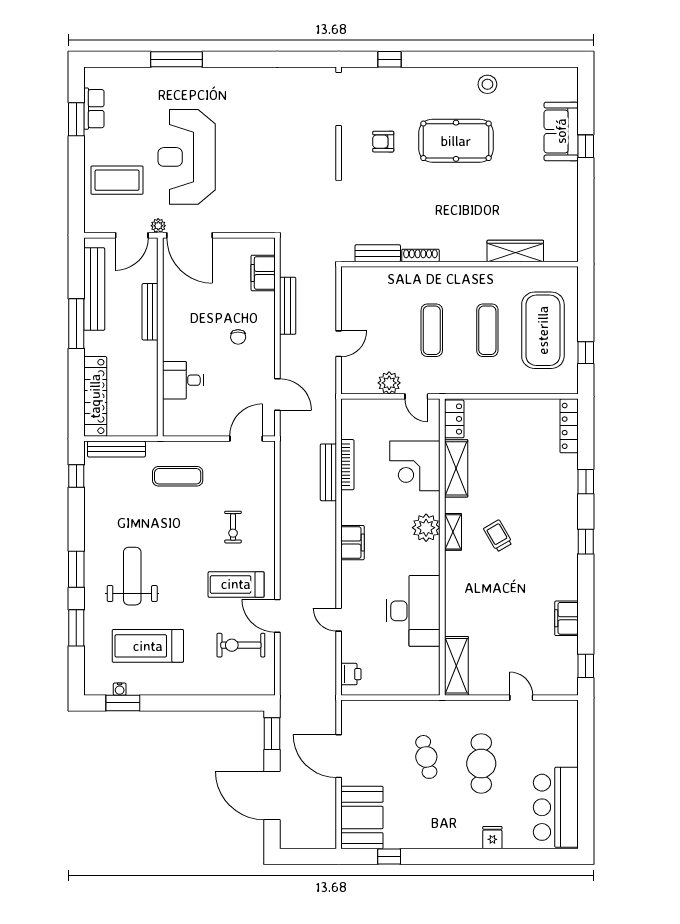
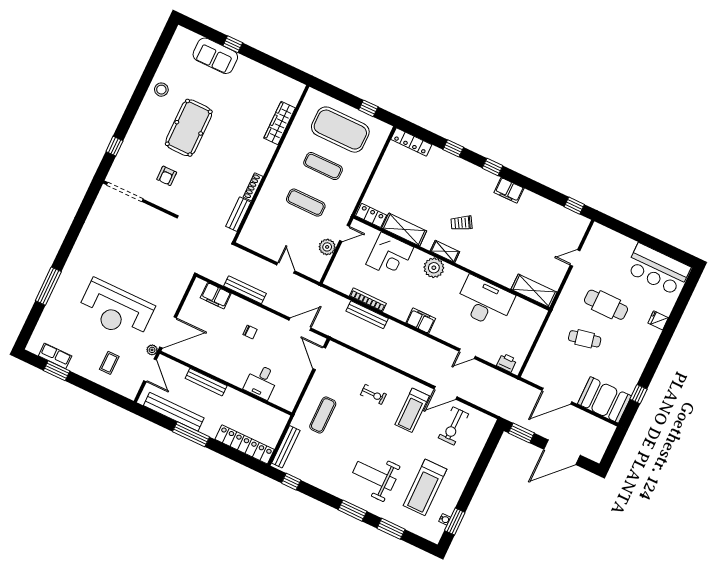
coffee table: (117, 180) -> (109, 363), width x0.54, depth x0.58
filing cabinet: (567, 618) -> (509, 190), moved

